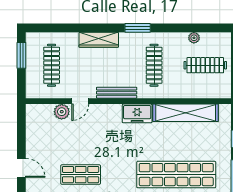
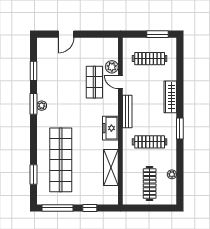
shelving: (186, 113) -> (111, 167), width x0.68
shop shelf: (81, 175) -> (94, 82), moved

